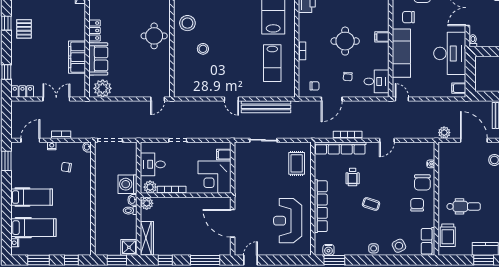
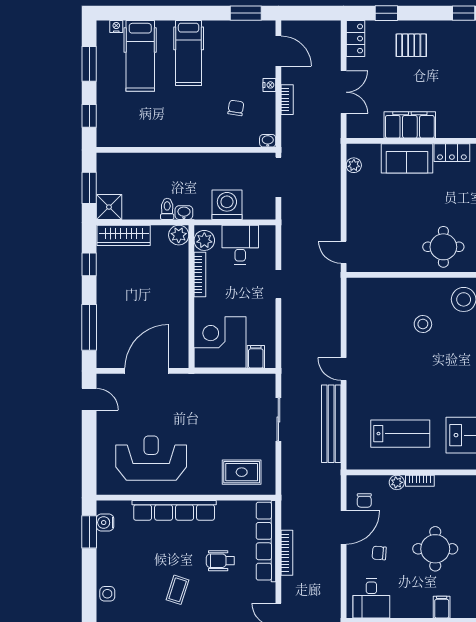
pallet: (24, 29) -> (411, 45), moved
lab bench: (272, 63) -> (400, 434), turned 180
plant: (303, 65) -> (397, 482), added
plant: (103, 88) -> (354, 165), width x0.53, depth x0.53
door: (231, 99) -> (344, 369), hinge flipped
door: (332, 99) -> (344, 527), swing flipped
washing machine: (128, 184) -> (227, 205), moved

